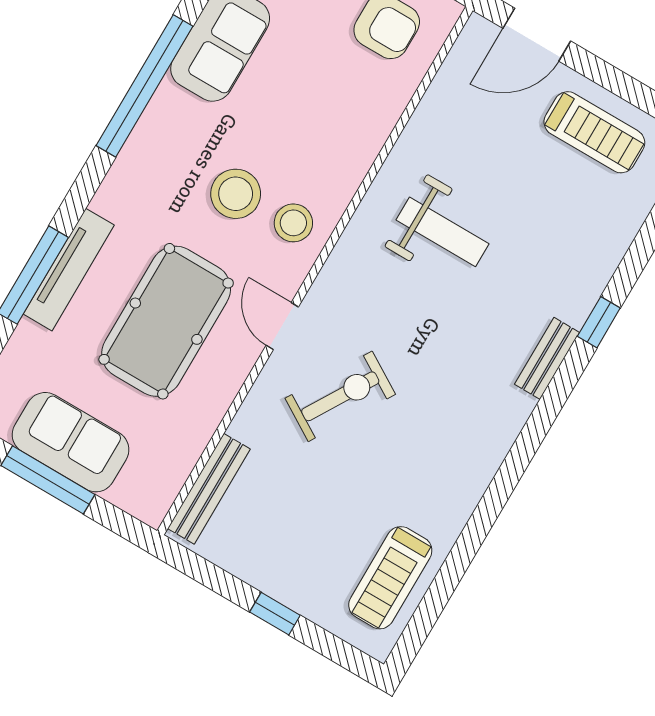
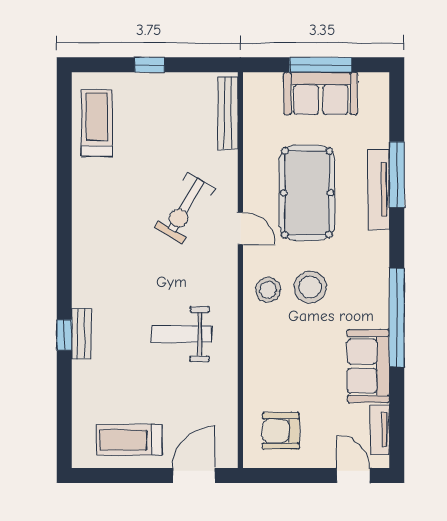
bench: (547, 358) -> (81, 334), moved

